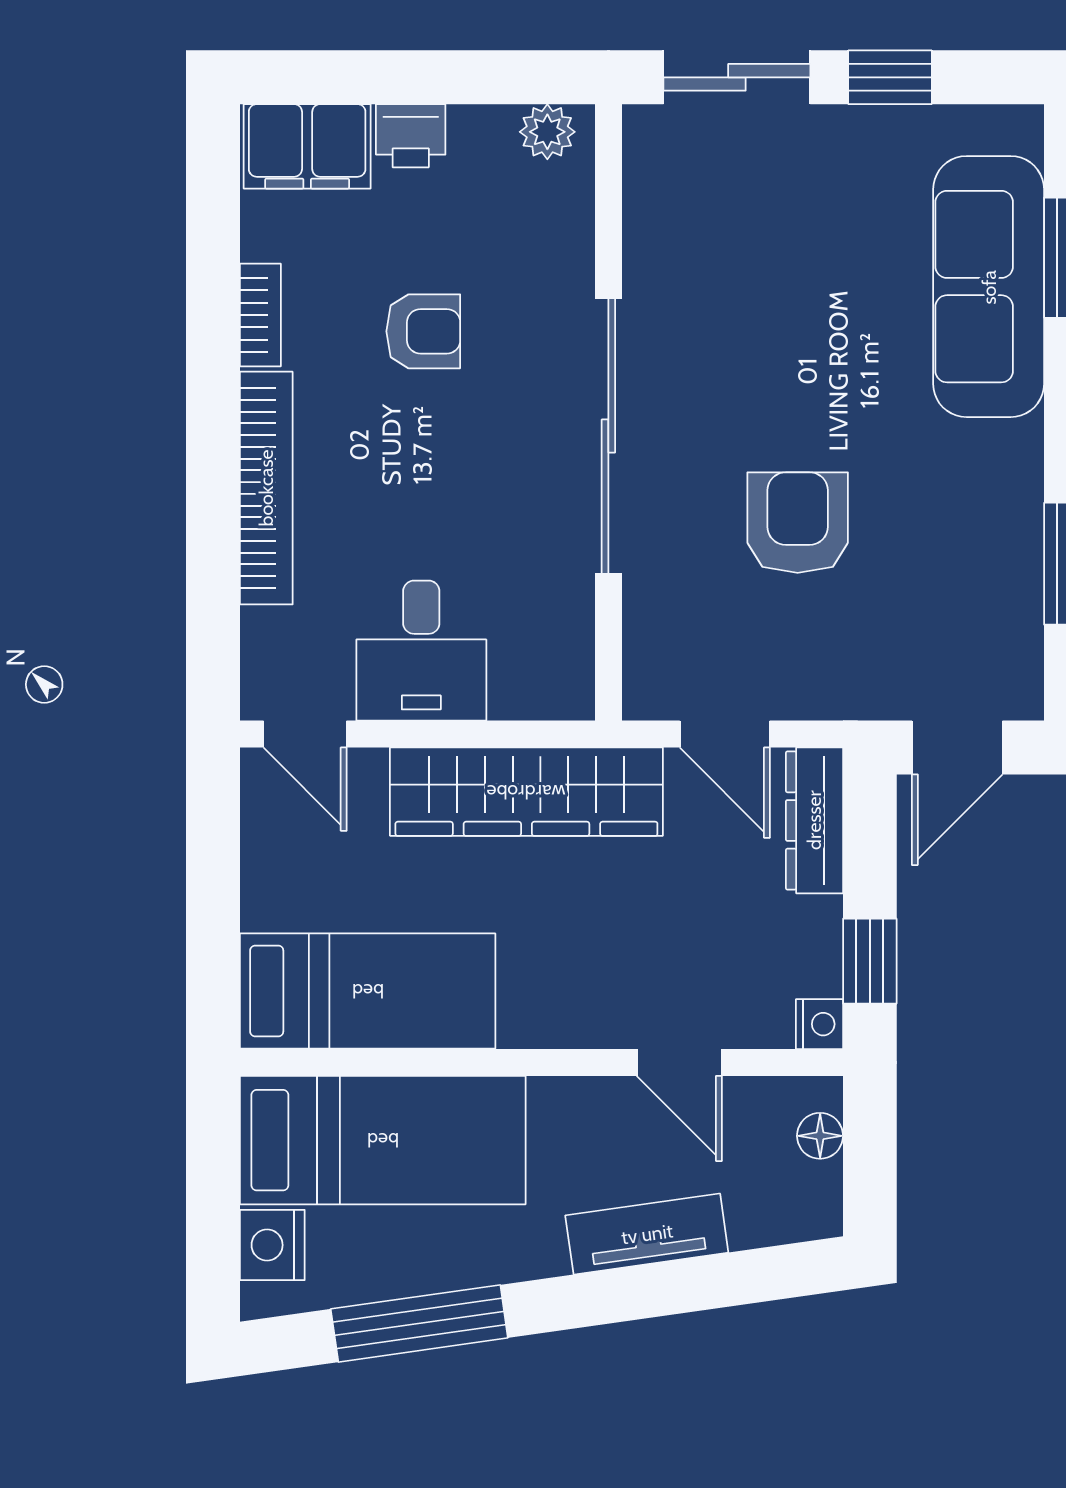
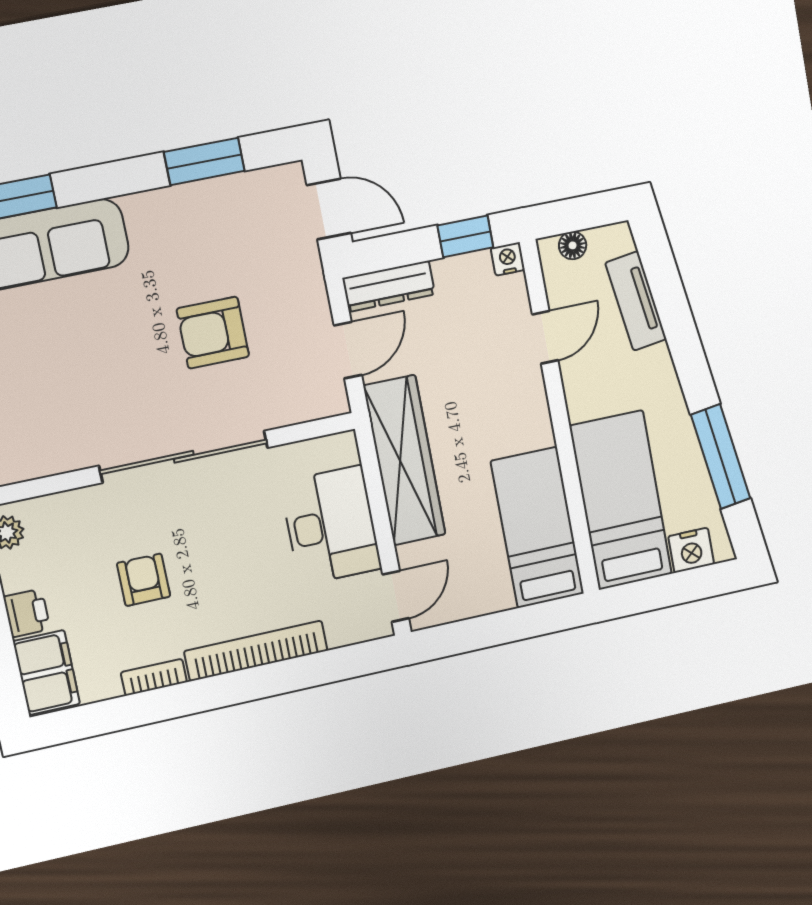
desk: (421, 651) -> (331, 525), width x1.37
tv unit: (647, 1234) -> (636, 301), moved

